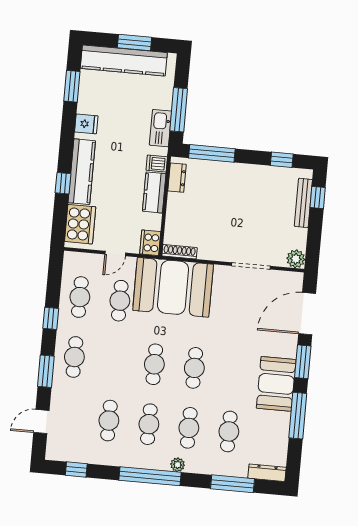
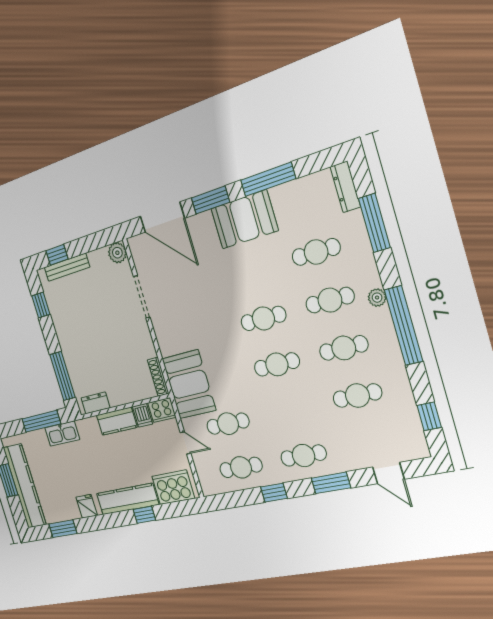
dishwasher: (157, 164) -> (143, 415), moved
booth: (173, 287) -> (189, 384), width x0.73, depth x0.70

